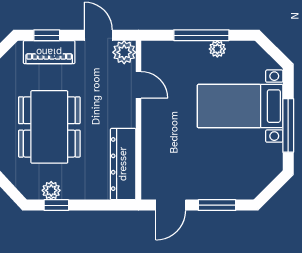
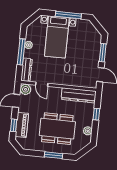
dresser: (165, 50) -> (27, 70), added
door: (138, 85) -> (42, 84), swing flipped
window: (56, 205) -> (96, 114), moved

